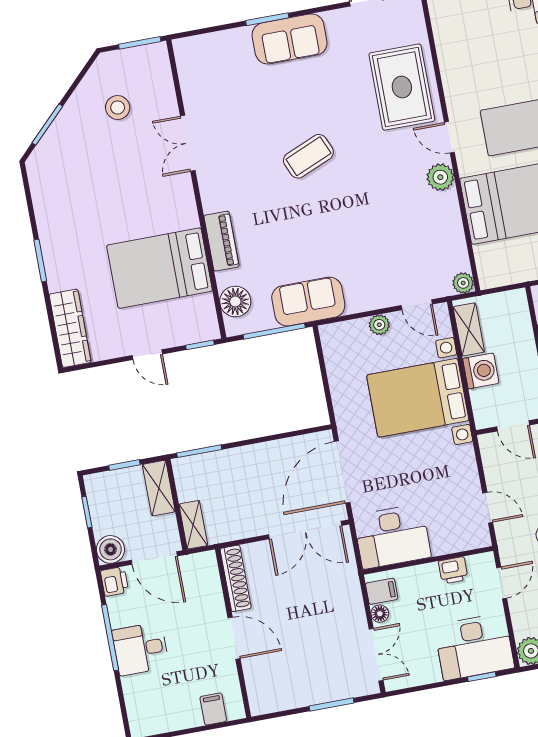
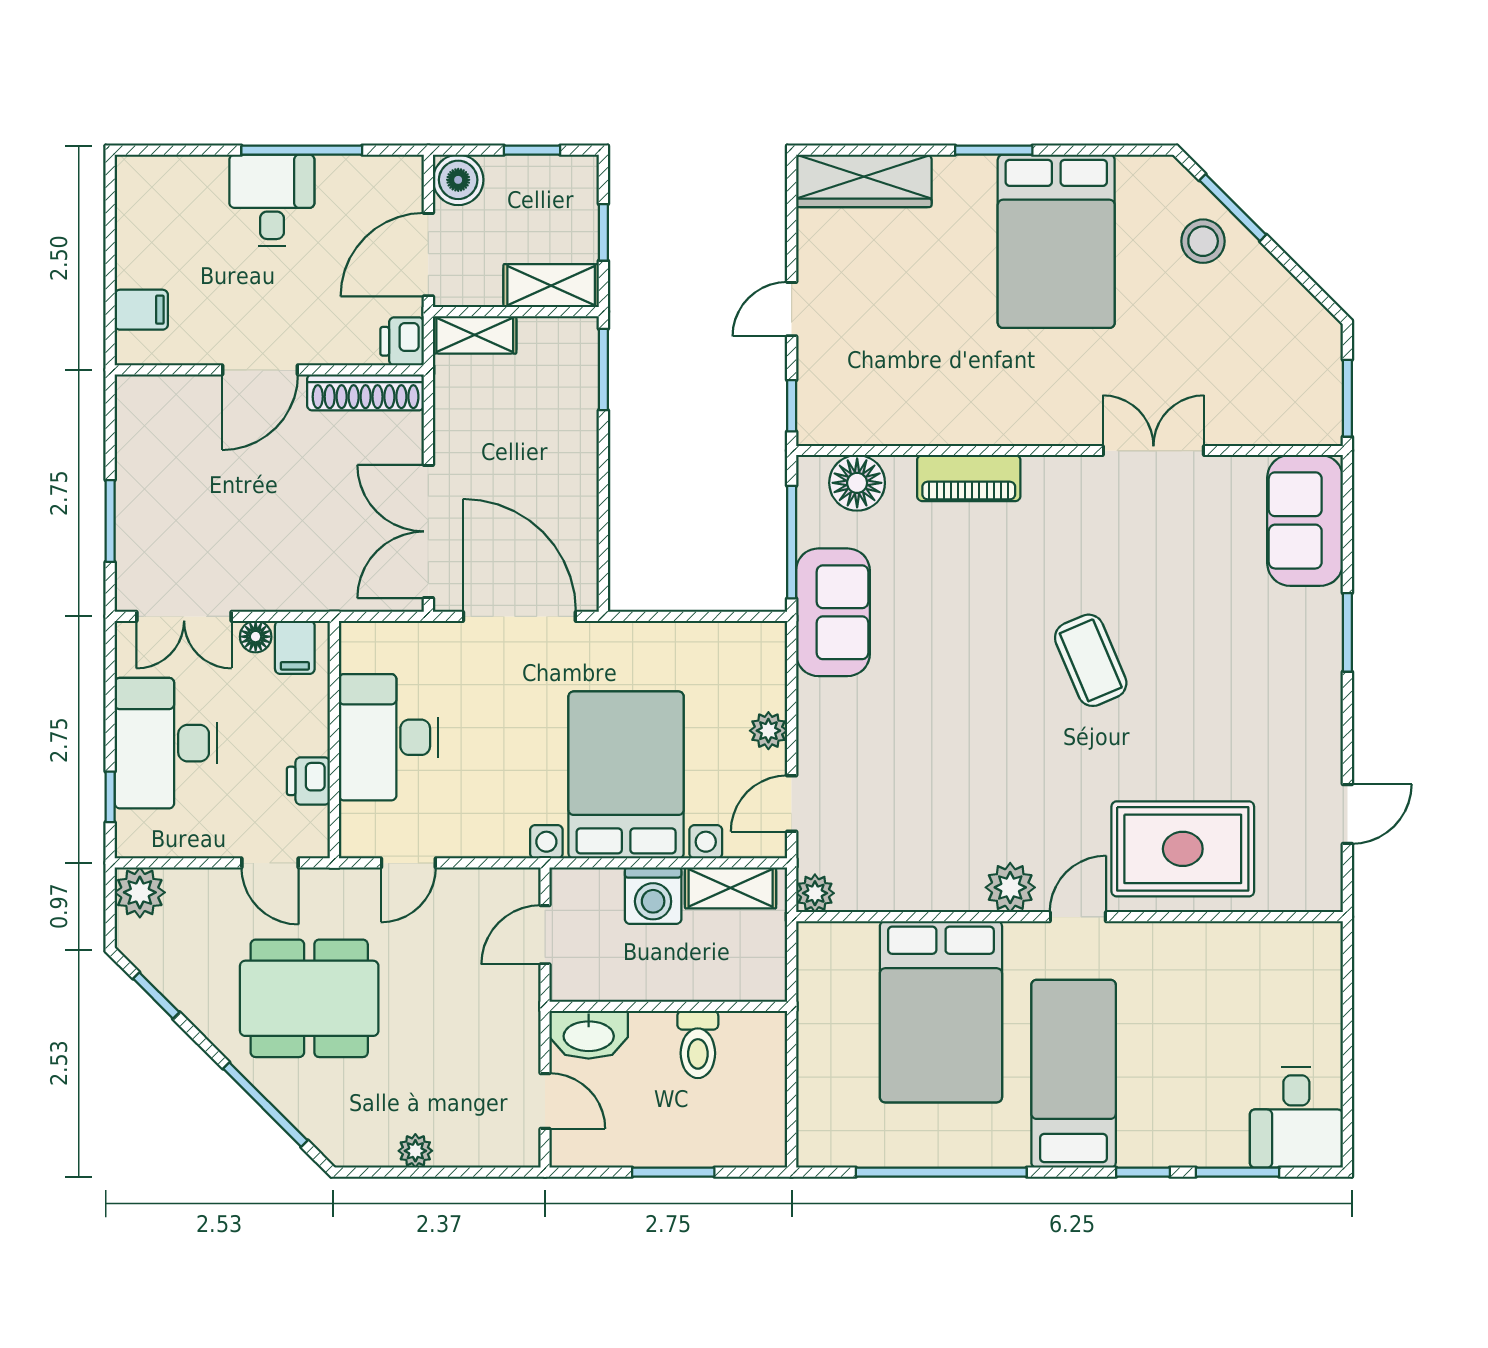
sofa: (290, 39) -> (1305, 520), moved
stool: (118, 108) -> (1203, 241), moved
bed: (160, 268) -> (1056, 241), moved, turned 180
desk: (392, 536) -> (388, 737), moved
printer: (115, 581) -> (402, 341), moved, turned 90
desk: (474, 647) -> (166, 743), moved

